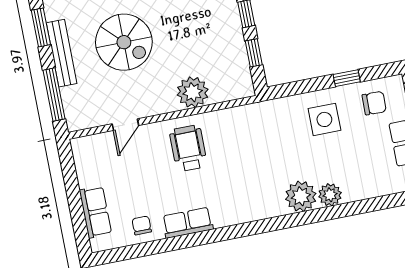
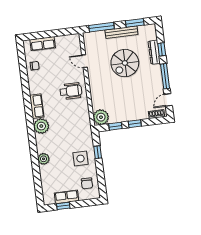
window: (347, 78) -> (98, 152), moved
plant: (193, 92) -> (101, 117), moved
plant: (301, 196) -> (41, 126), moved
row of seats: (188, 223) -> (37, 106), moved

